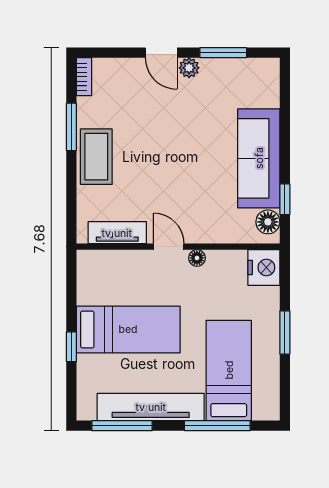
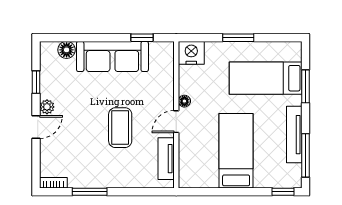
window: (223, 53) -> (36, 82), width x0.67
coffee table: (96, 157) -> (120, 128), moved, turned 90
floor lamp: (268, 222) -> (67, 50), moved
window: (71, 347) -> (283, 192), moved
tv unit: (151, 407) -> (294, 135), width x0.73, depth x0.78
window: (217, 426) -> (306, 86), width x0.69

